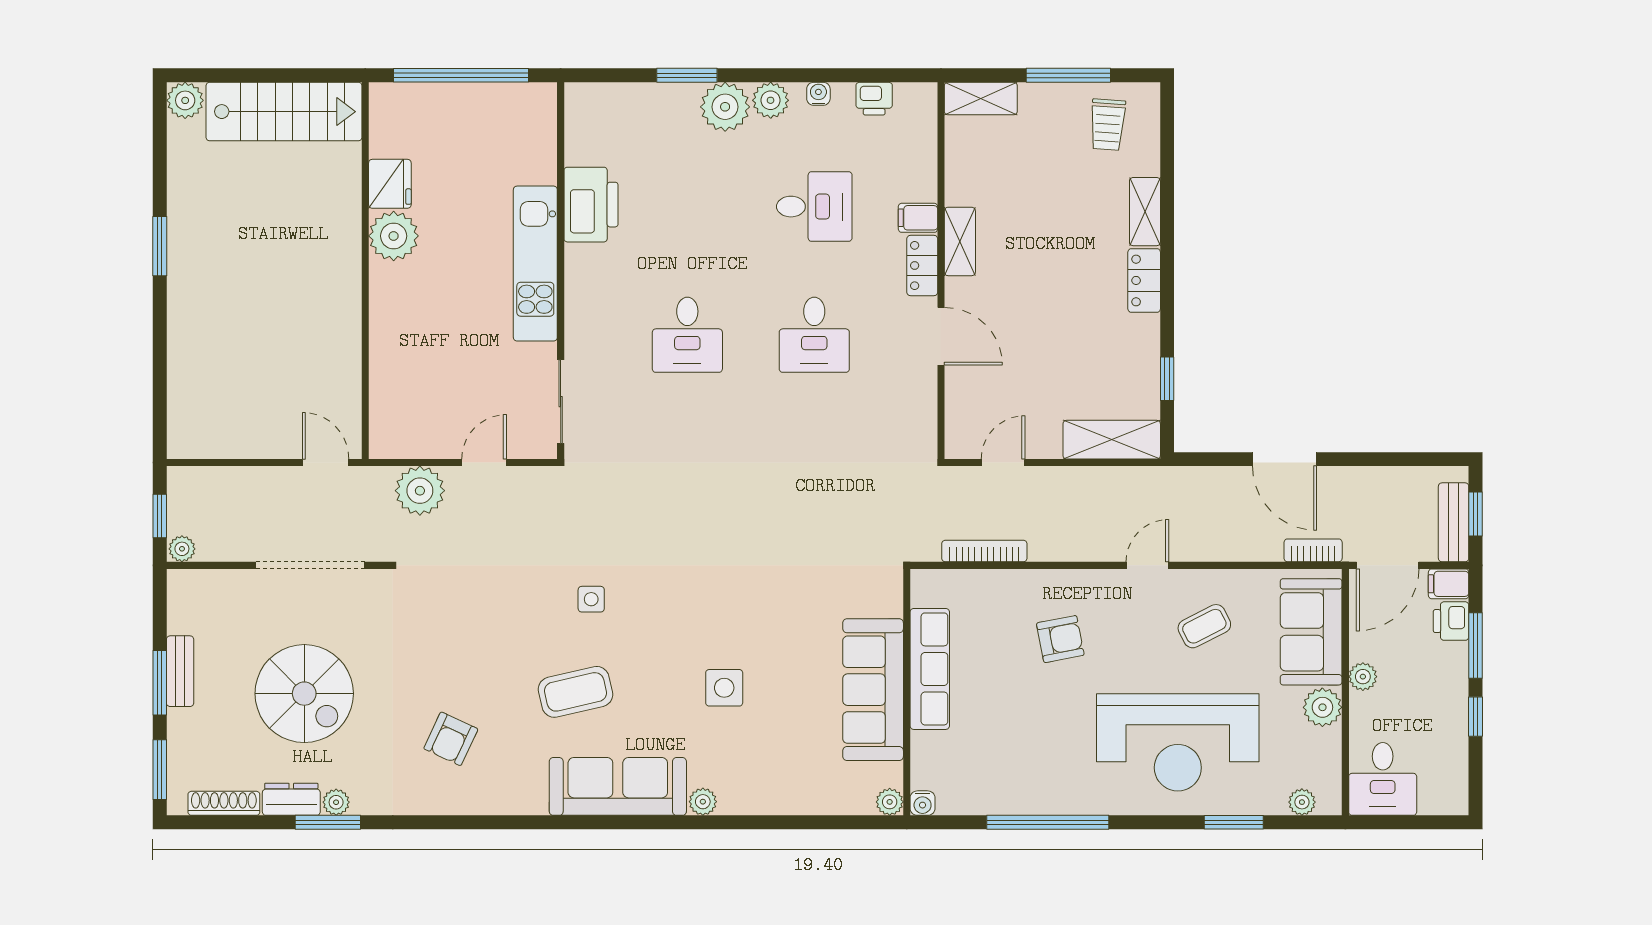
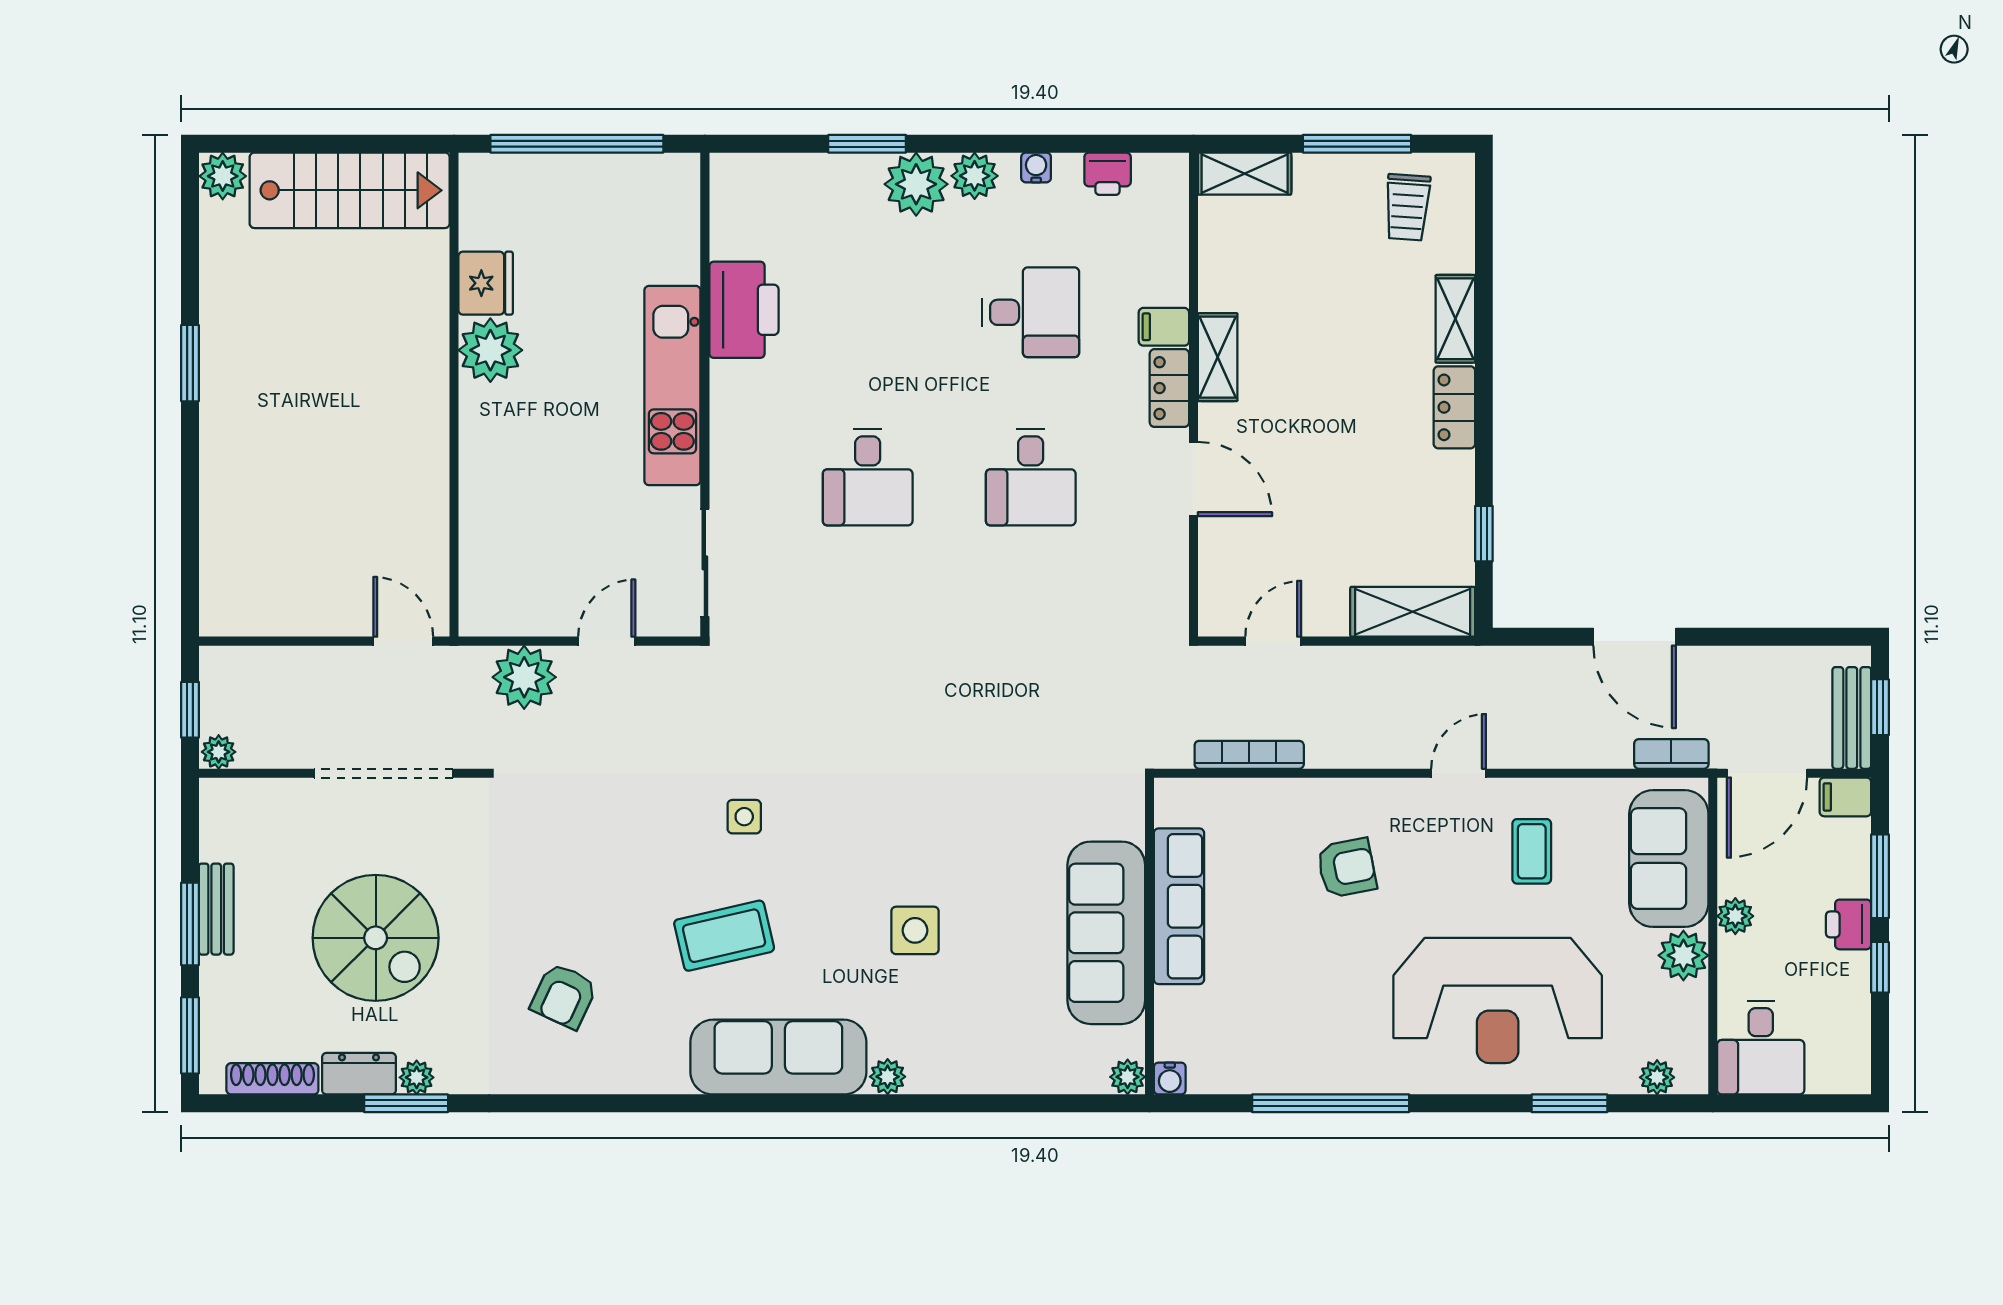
printer: (1451, 621) -> (1849, 924), moved
coffee table: (1204, 626) -> (1532, 851), turned -63

